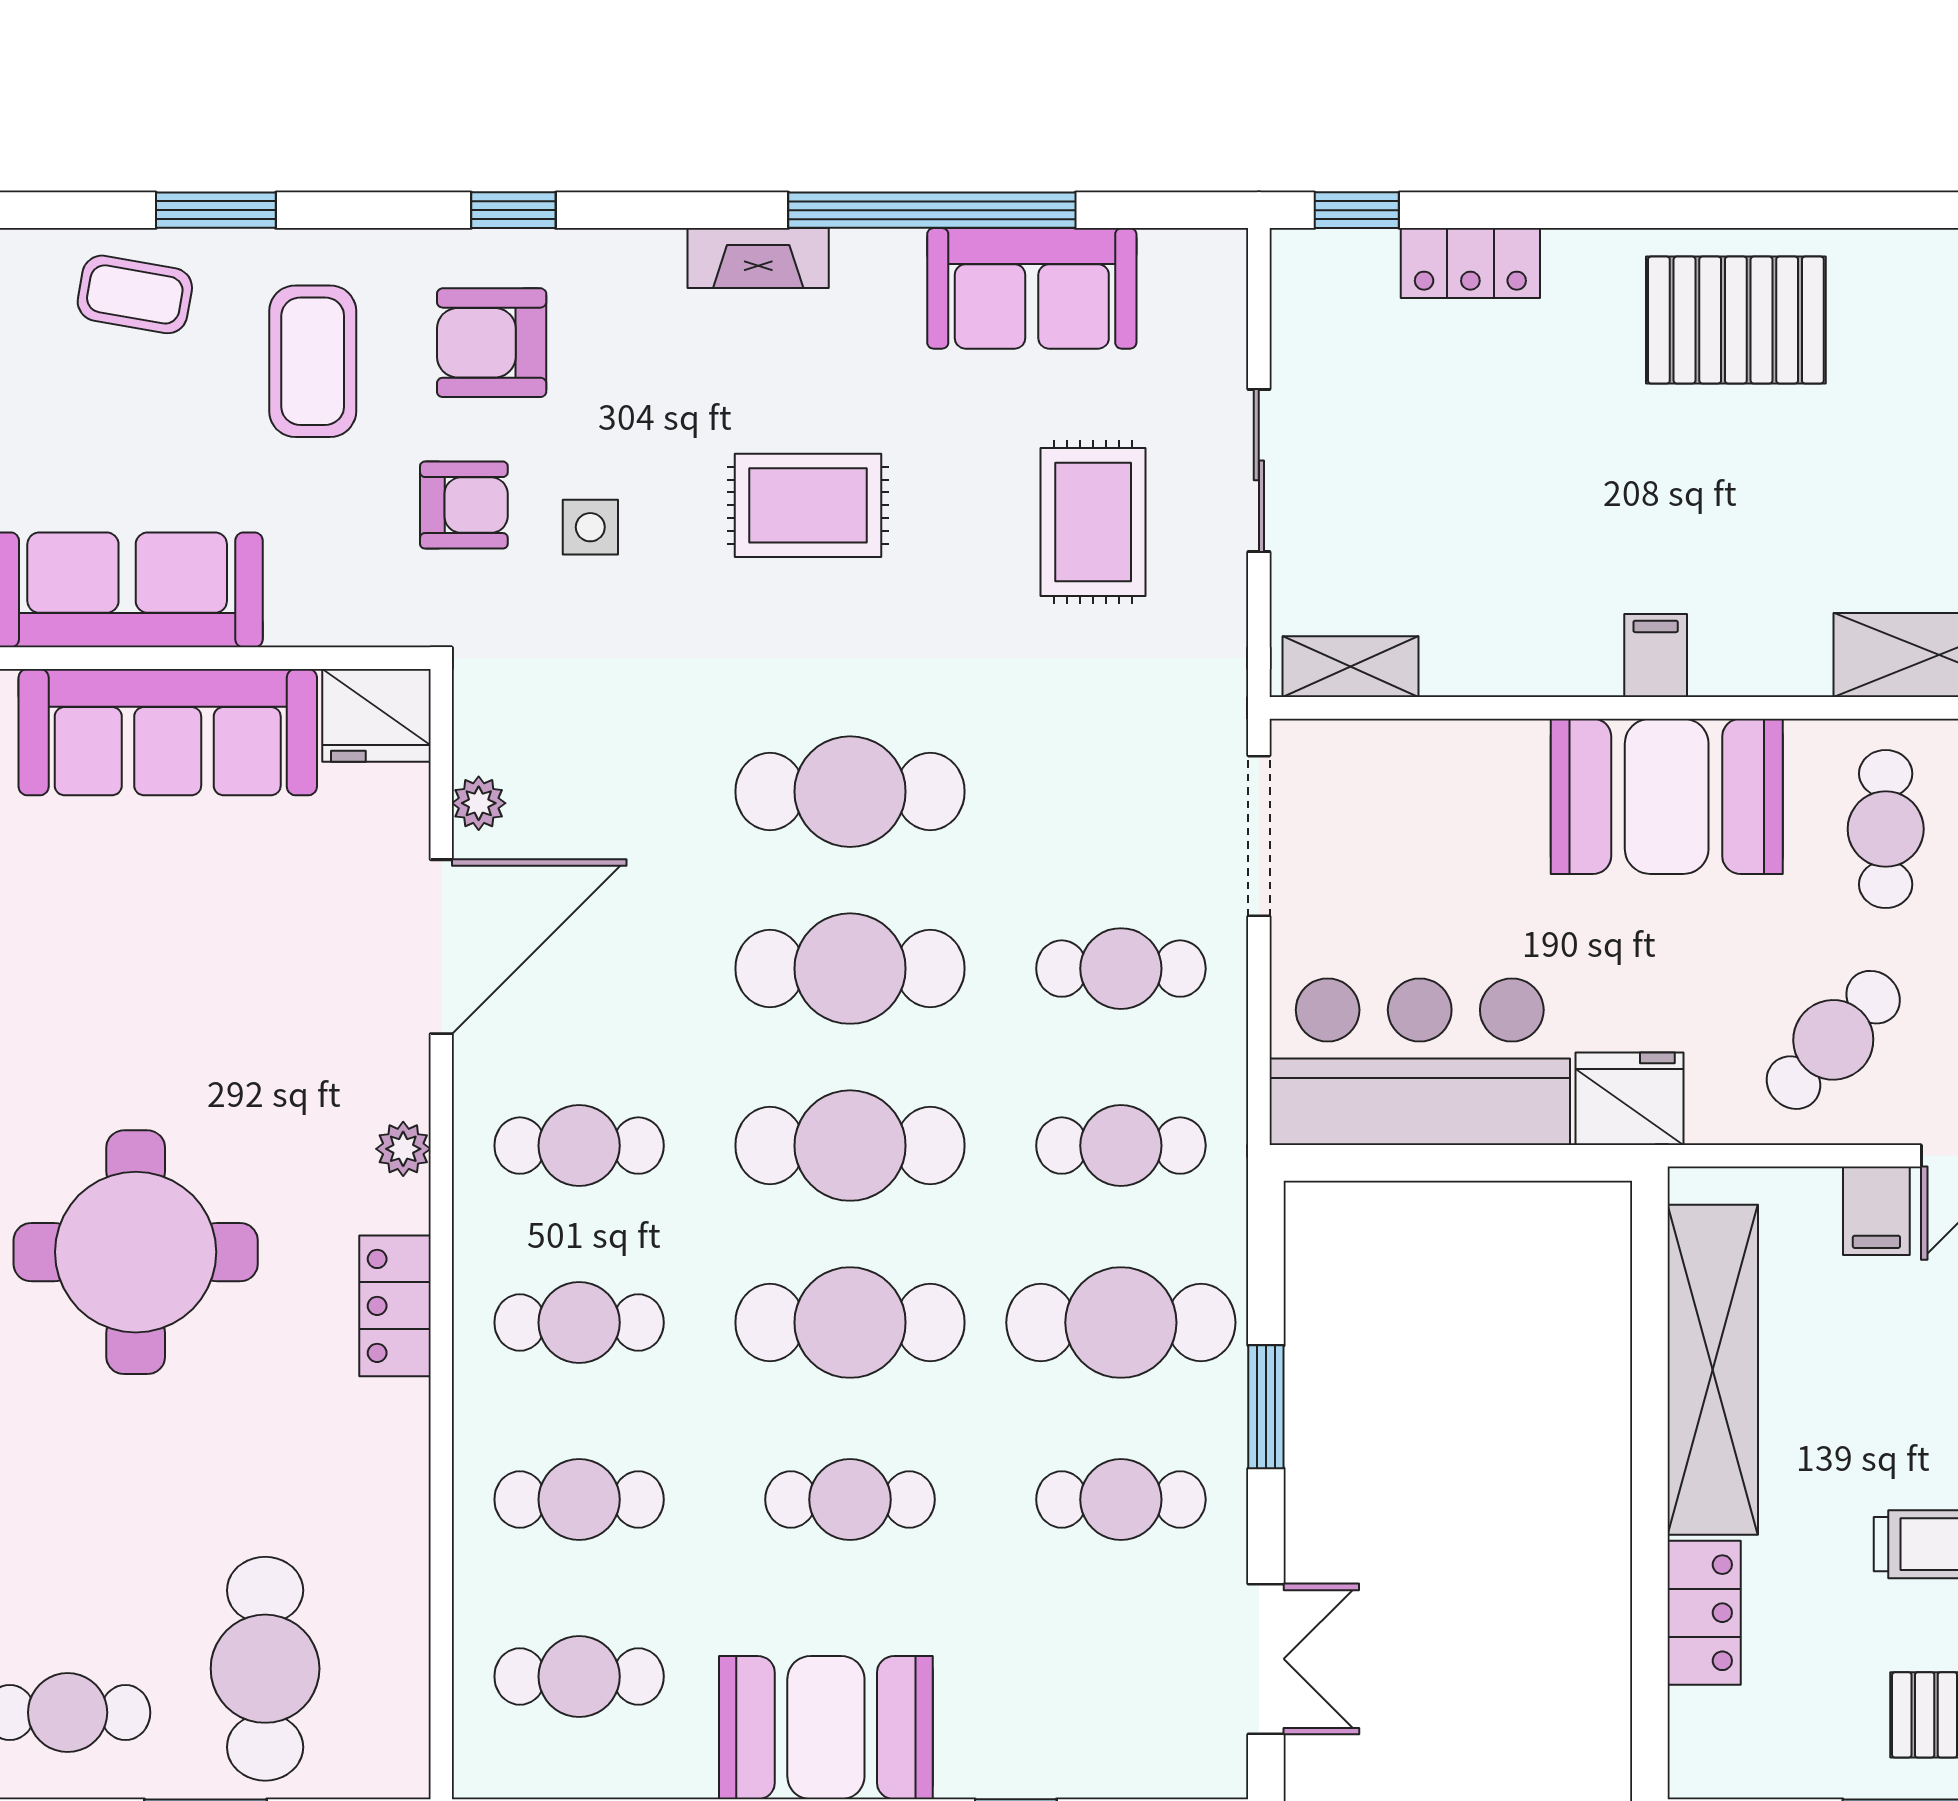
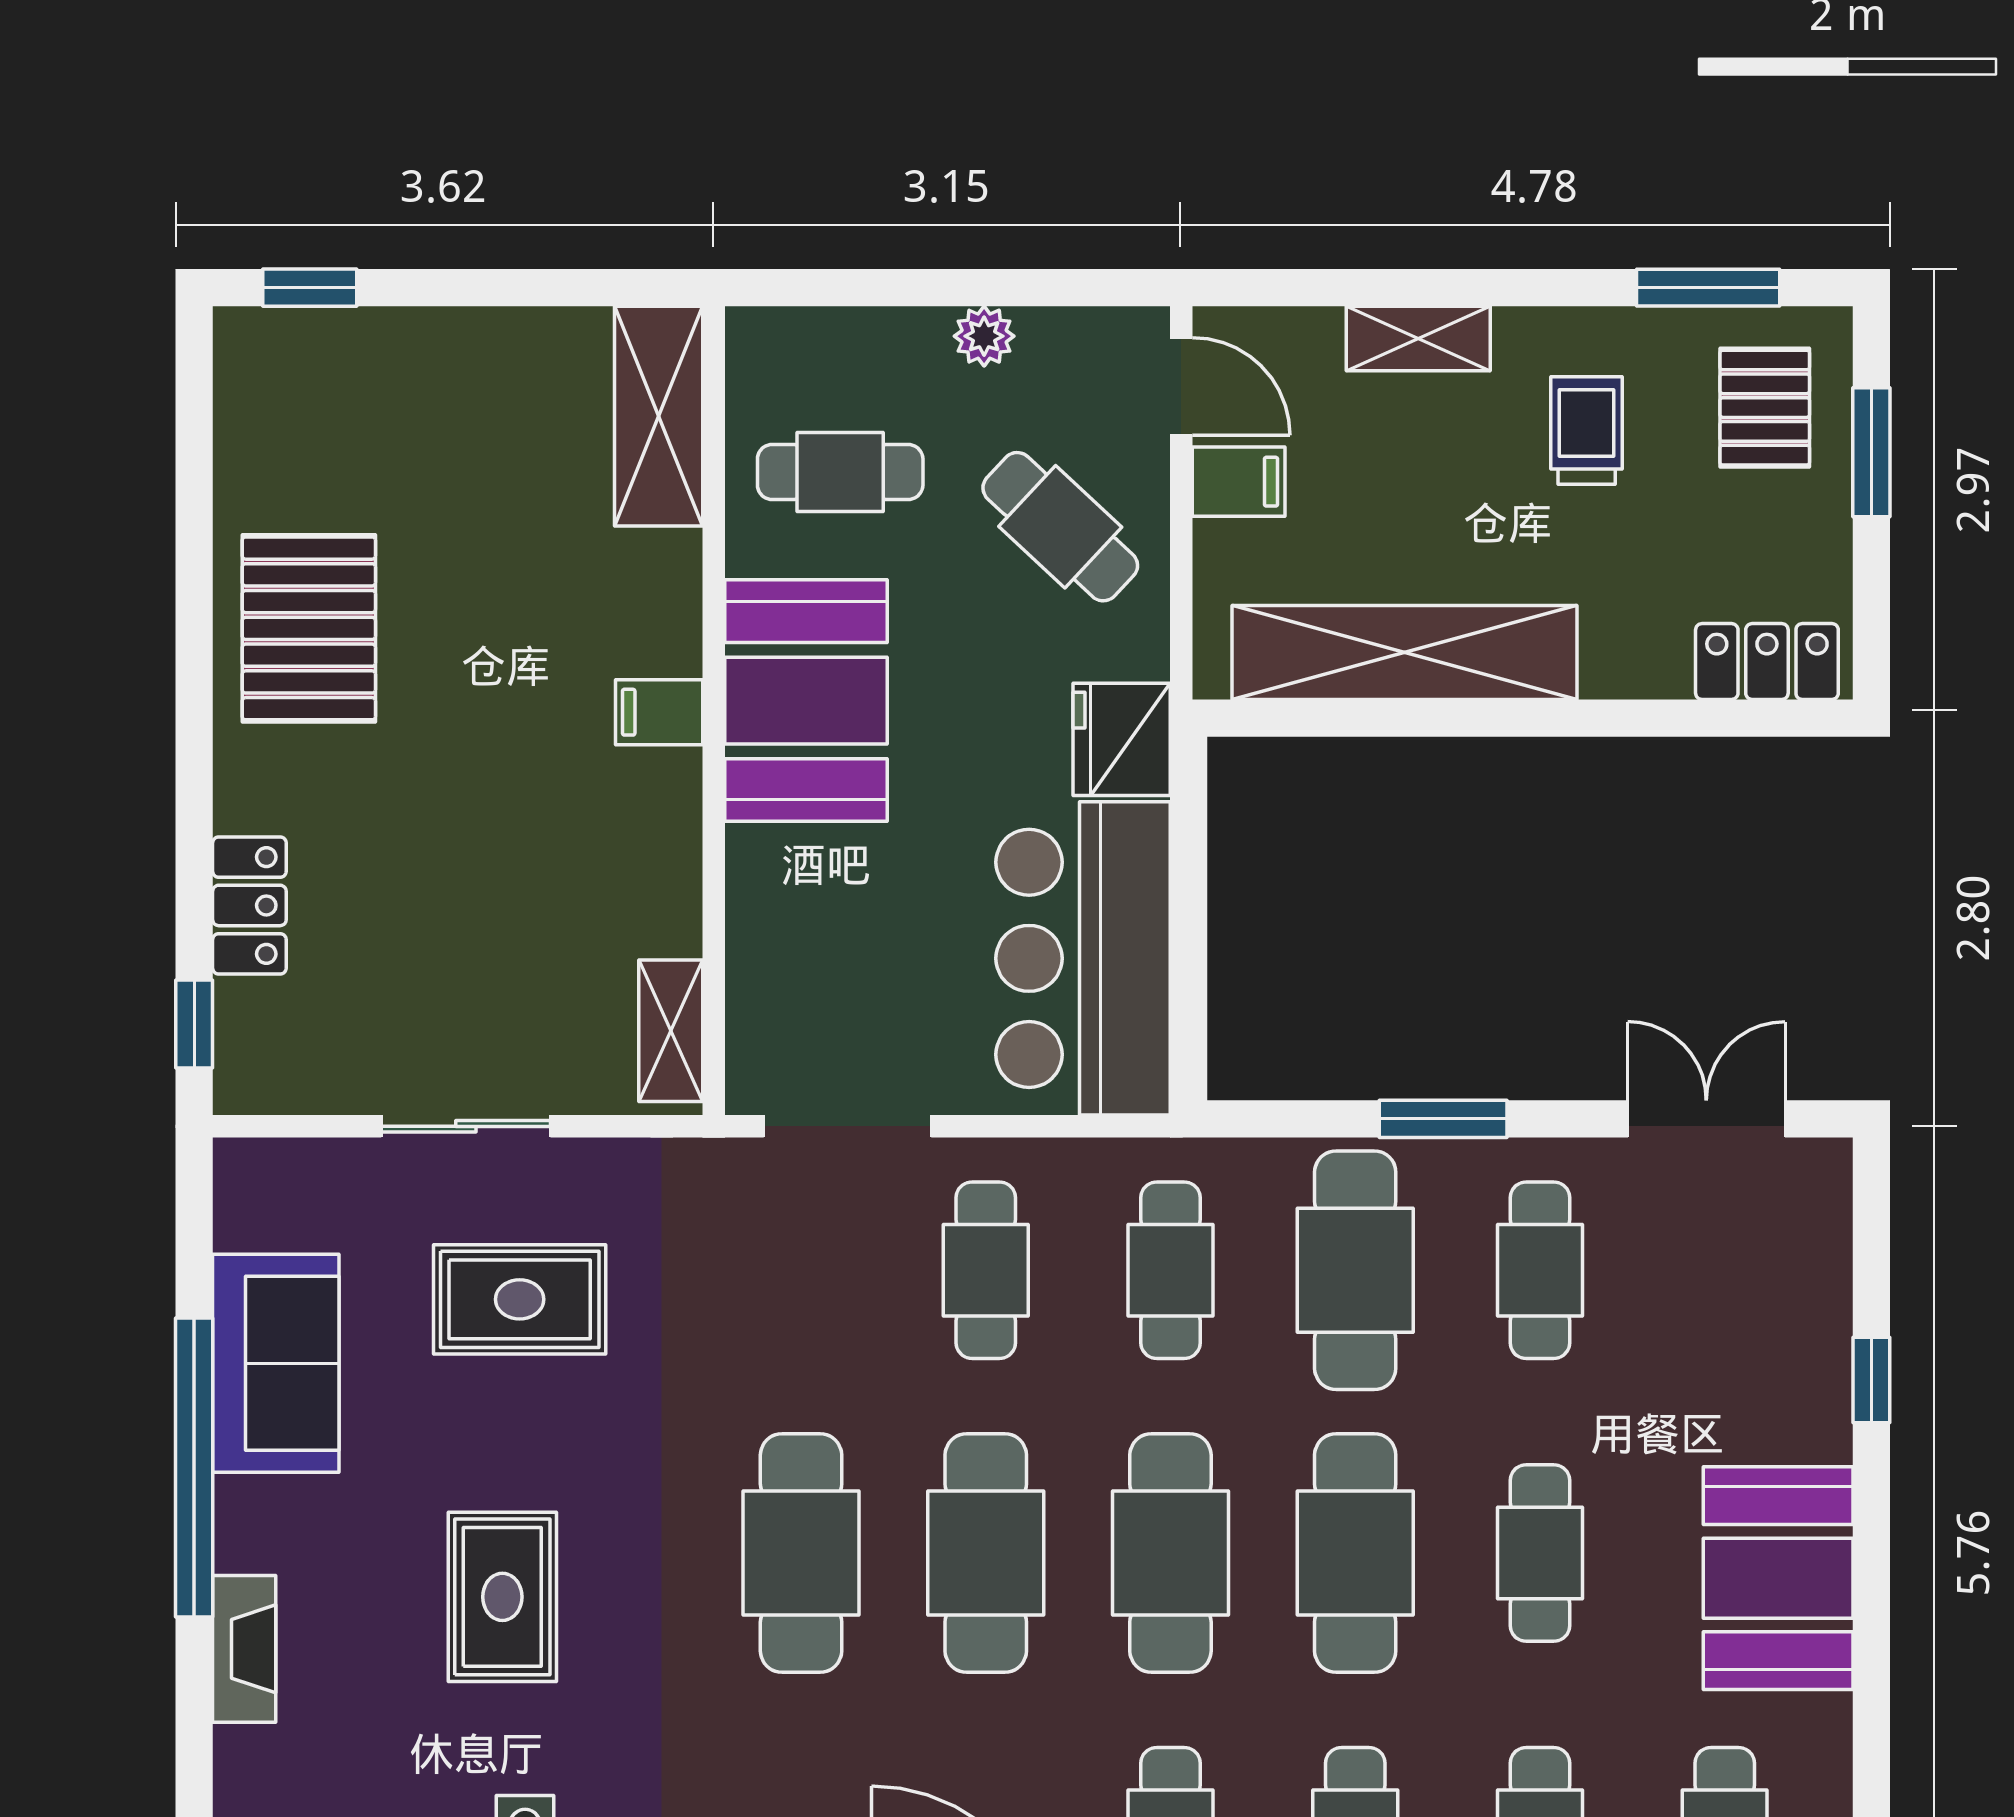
locker: (1704, 1613) -> (1767, 662), moved

